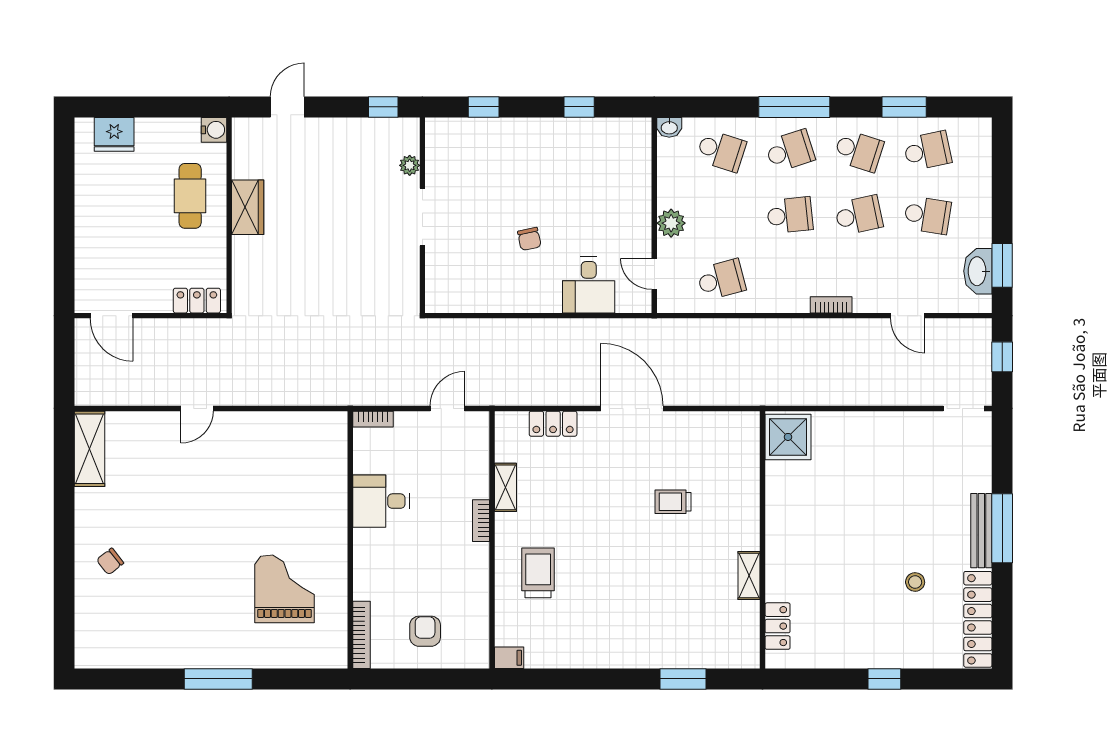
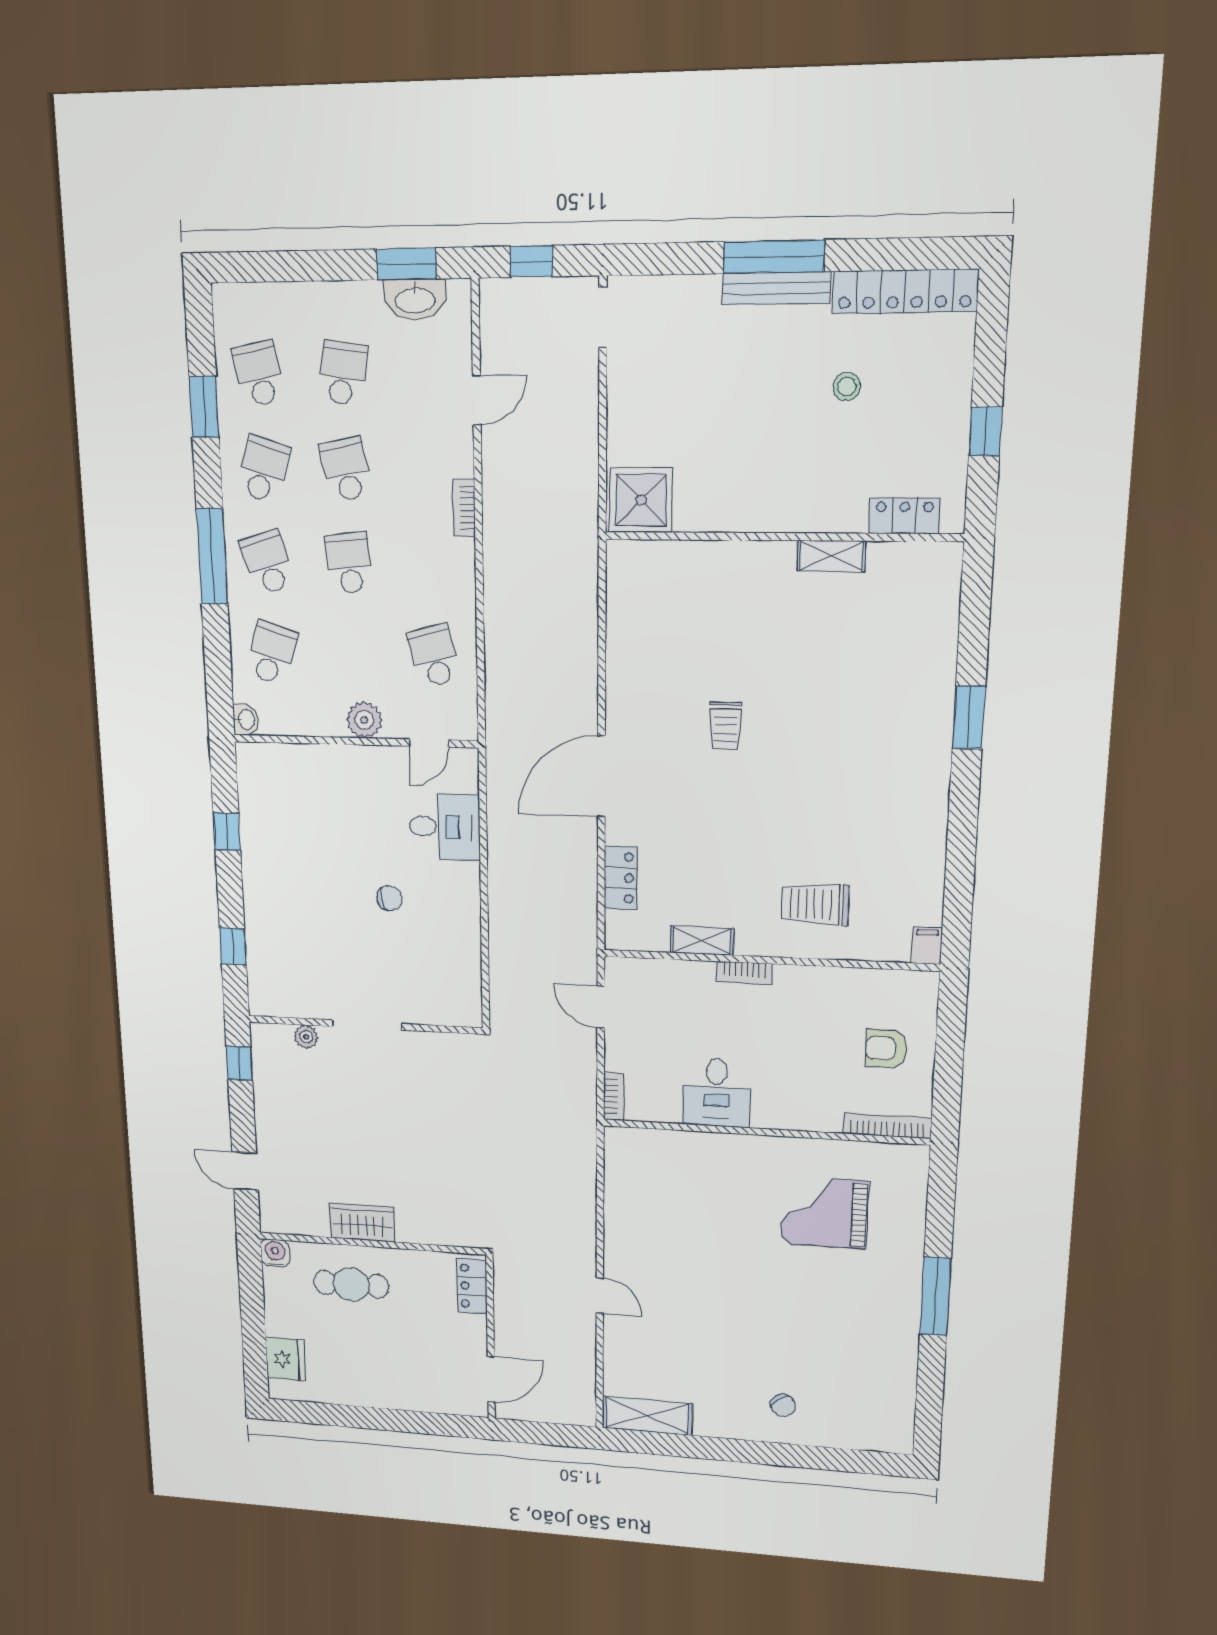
shower: (788, 437) -> (641, 500), moved
wall: (762, 540) -> (782, 537), moved
shelving: (749, 575) -> (831, 556), moved
locker: (778, 626) -> (904, 516), moved

